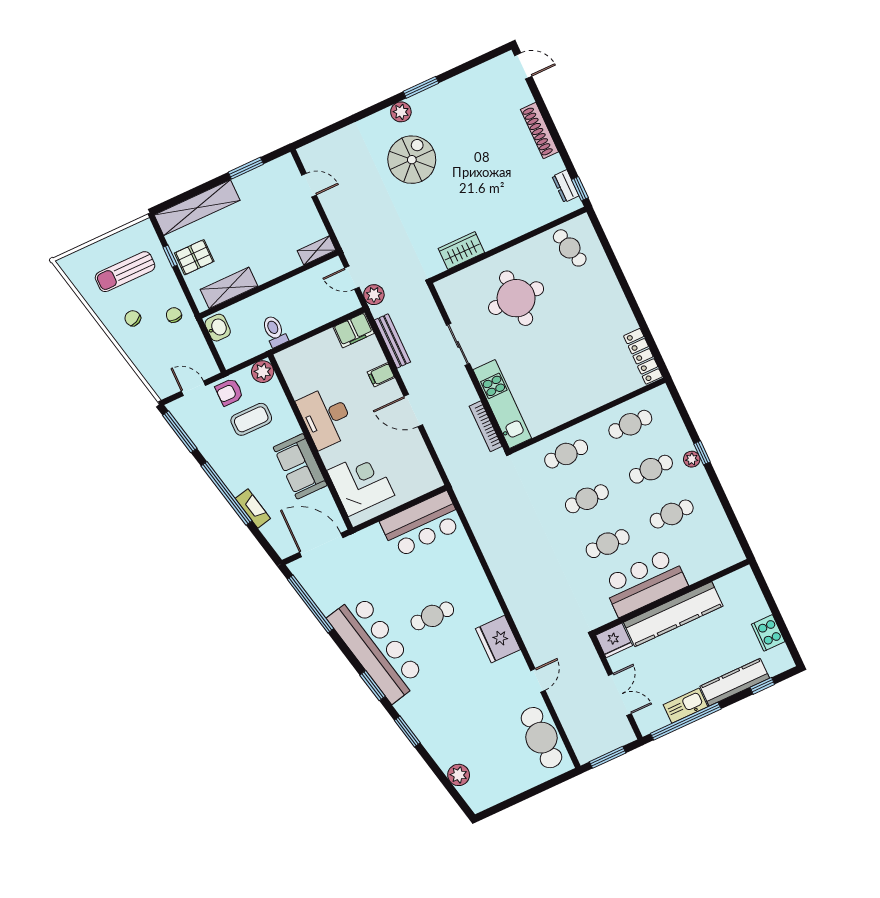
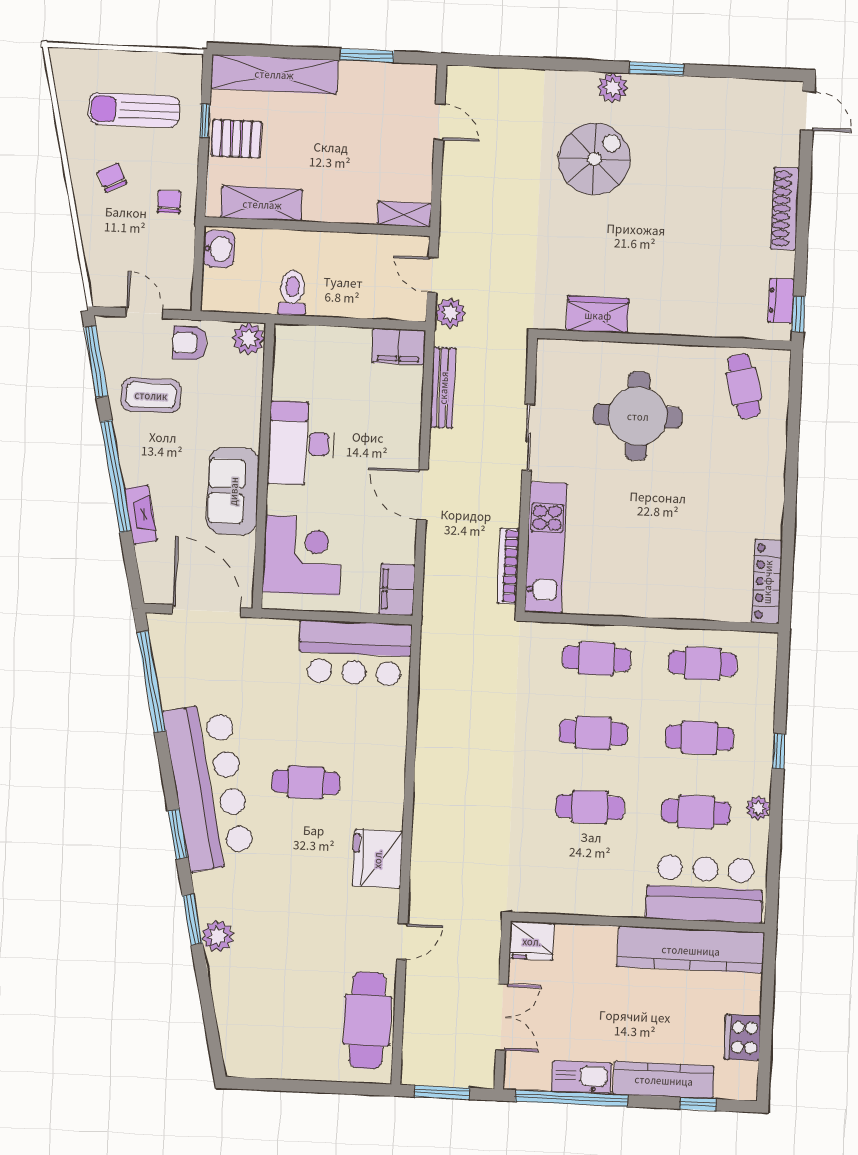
filing cabinet: (381, 375) -> (397, 590), moved, width x2.00
coffee table: (251, 419) -> (151, 395), moved
plant: (692, 459) -> (758, 808), moved
bar counter: (645, 583) -> (705, 889), moved
kitchen counter: (673, 614) -> (691, 950), moved
plant: (459, 775) -> (218, 936), moved

